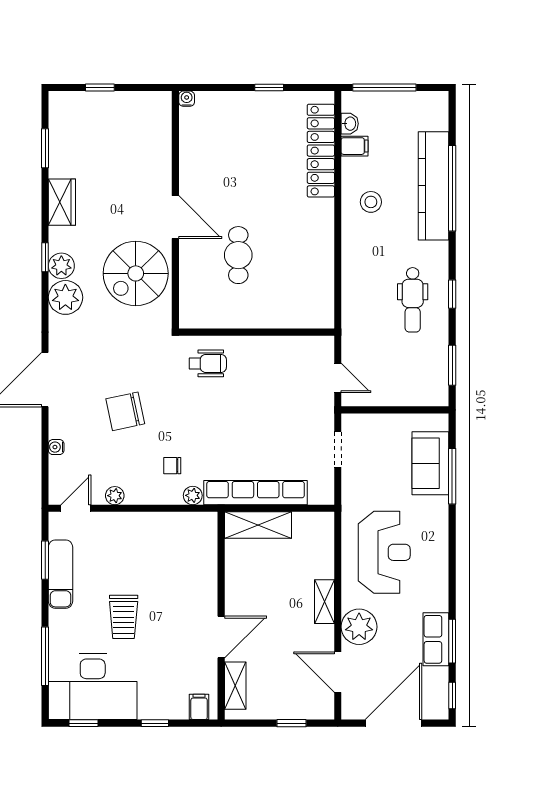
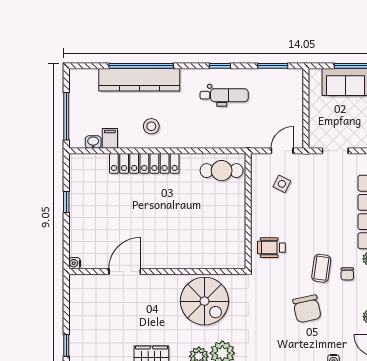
window: (100, 87) -> (66, 345), moved
locker: (321, 151) -> (144, 163), moved
door: (175, 217) -> (125, 272), moved
cafe table: (238, 255) -> (222, 171), moved
wheelchair: (208, 363) -> (271, 248), turned -90
side table: (293, 378) -> (282, 184), added
coffee table: (180, 431) -> (321, 268), added

